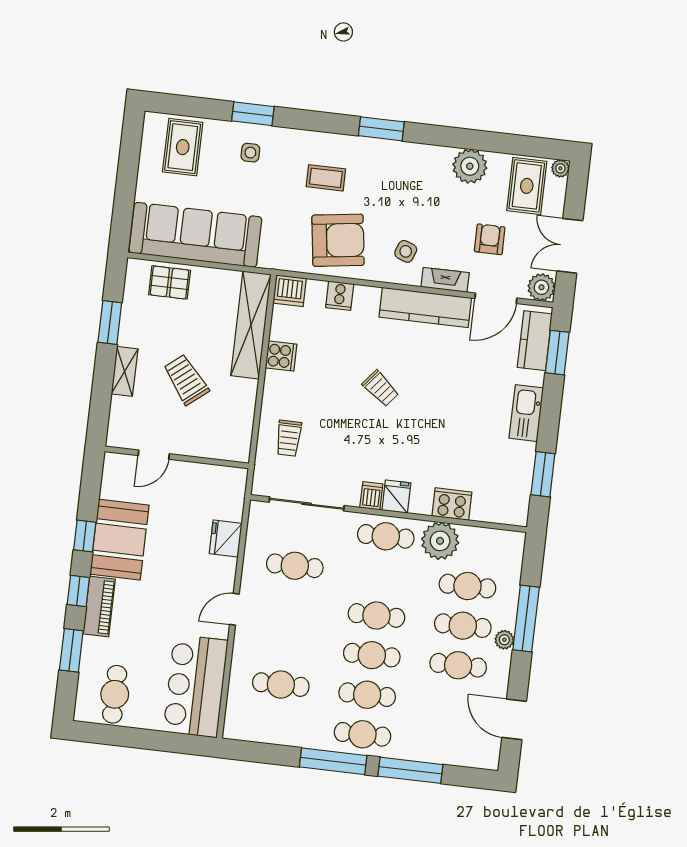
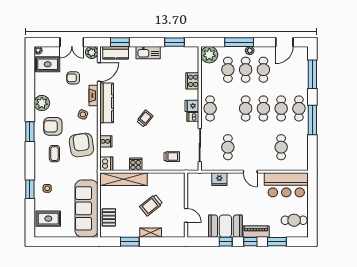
plant: (470, 166) -> (42, 103), moved
armchair: (387, 181) -> (53, 126), added
door: (496, 298) -> (99, 72), hinge flipped
plant: (440, 541) -> (209, 55), moved
window: (410, 770) -> (312, 74), moved

